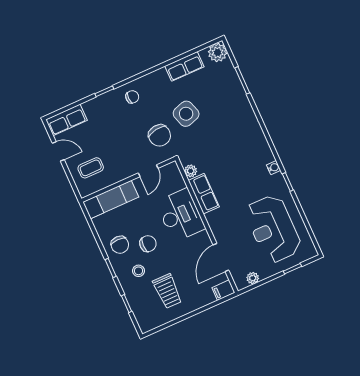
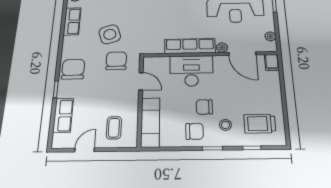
chair: (132, 97) -> (73, 69), width x1.87, depth x1.87
row of seats: (66, 120) -> (63, 115), moved
chair: (160, 135) -> (116, 61), turned -82
plant: (191, 171) -> (222, 48), moved
row of seats: (204, 194) -> (190, 46), width x1.48
chair: (148, 244) -> (204, 107), turned -90
trolley: (167, 291) -> (260, 124), moved, turned 180

